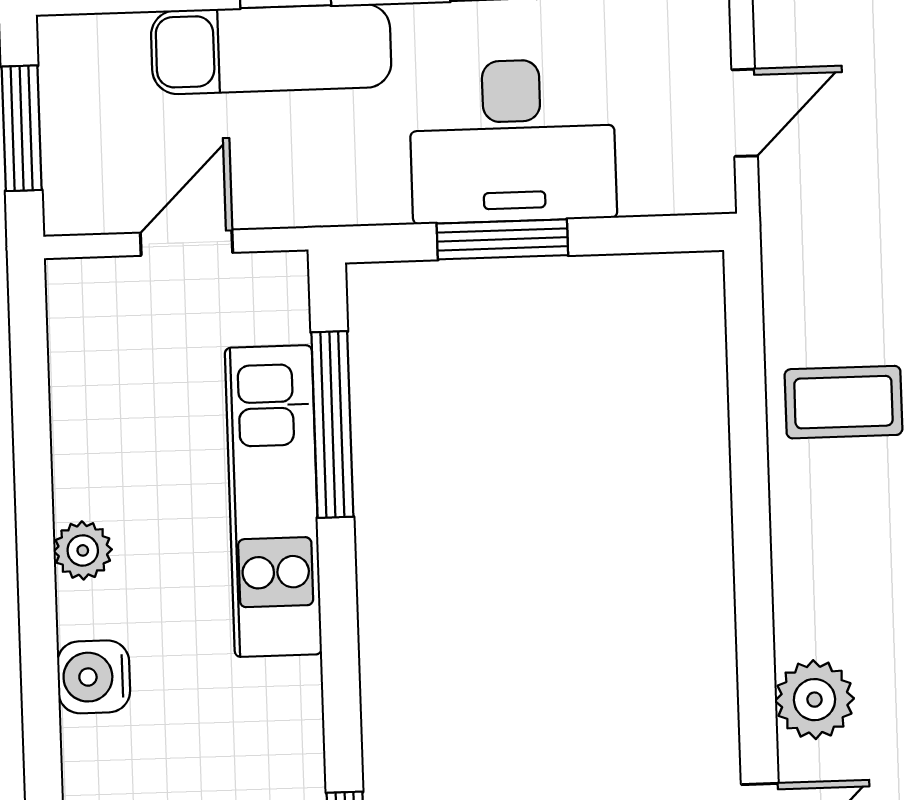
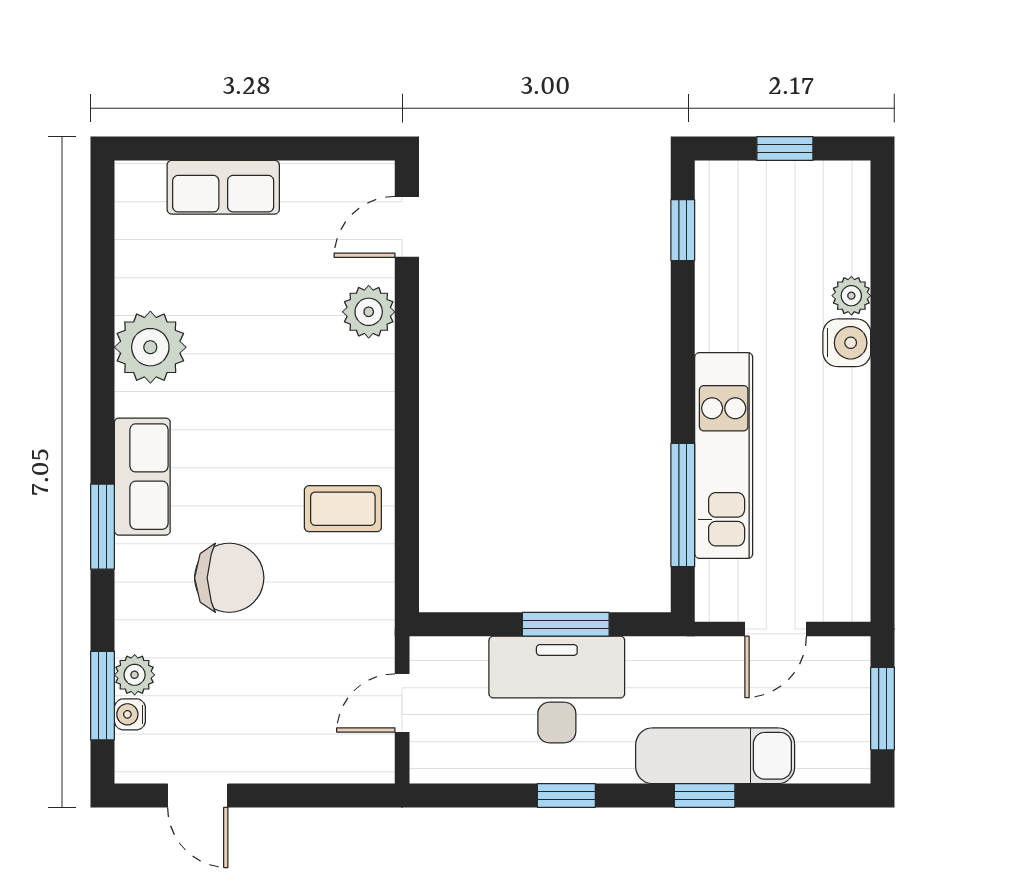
plant: (83, 550) -> (851, 296), moved

